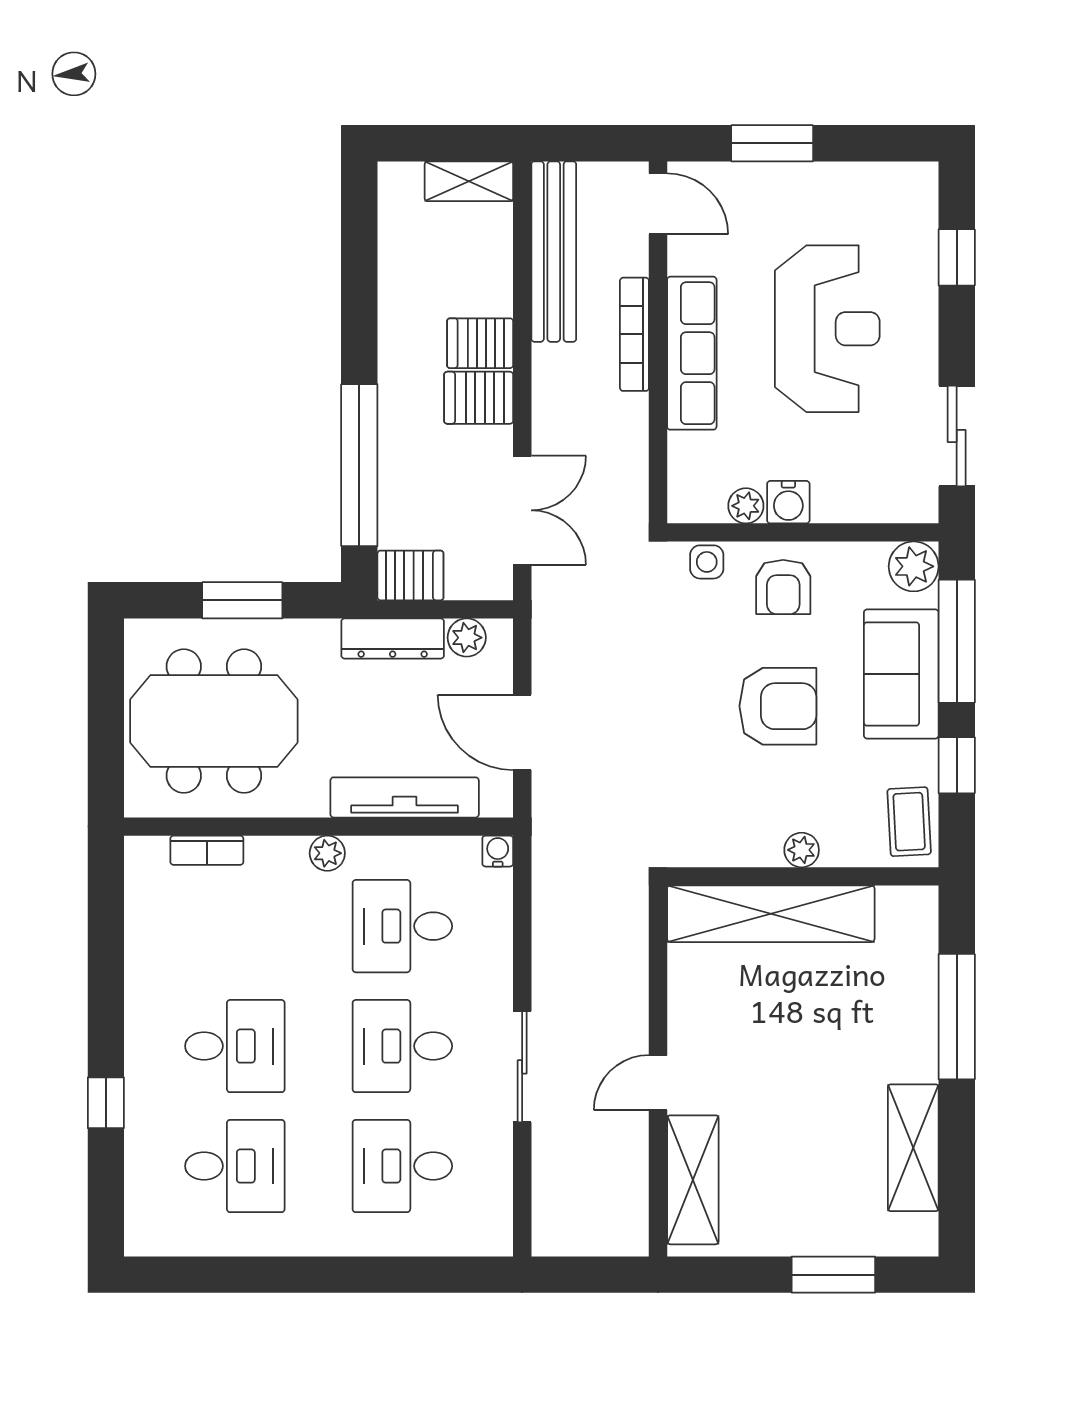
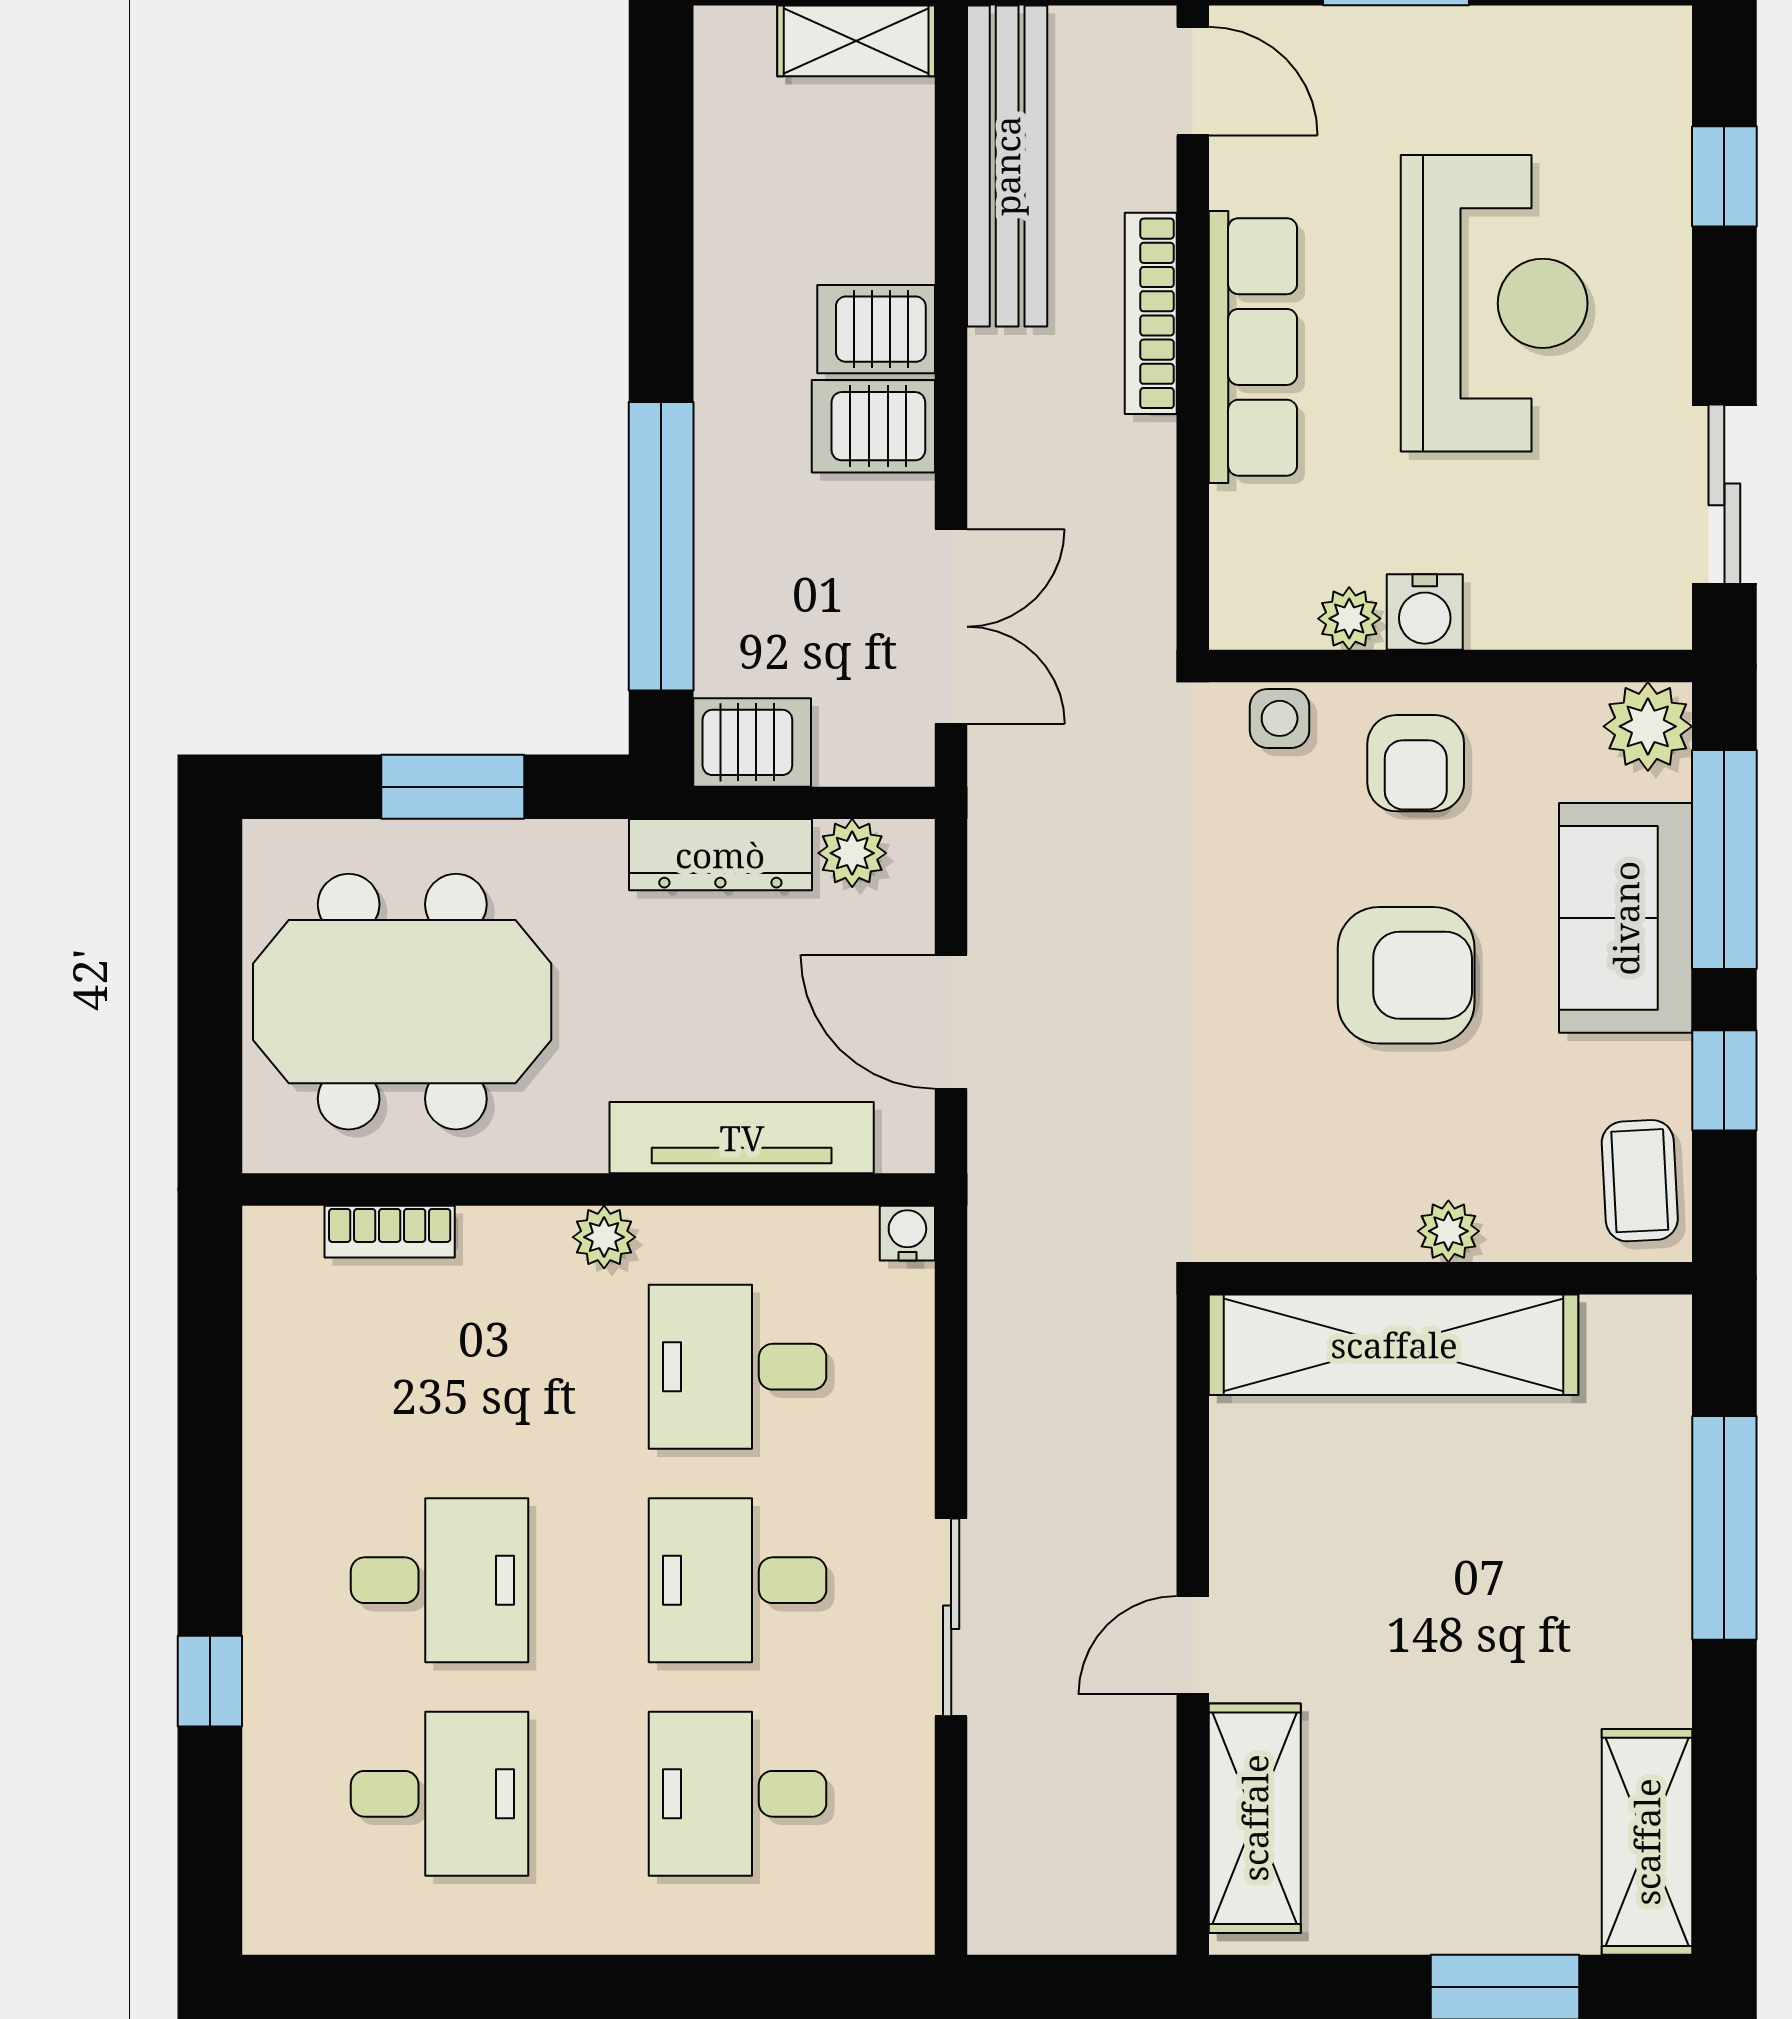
shelving: (913, 1148) -> (1647, 1842), moved

